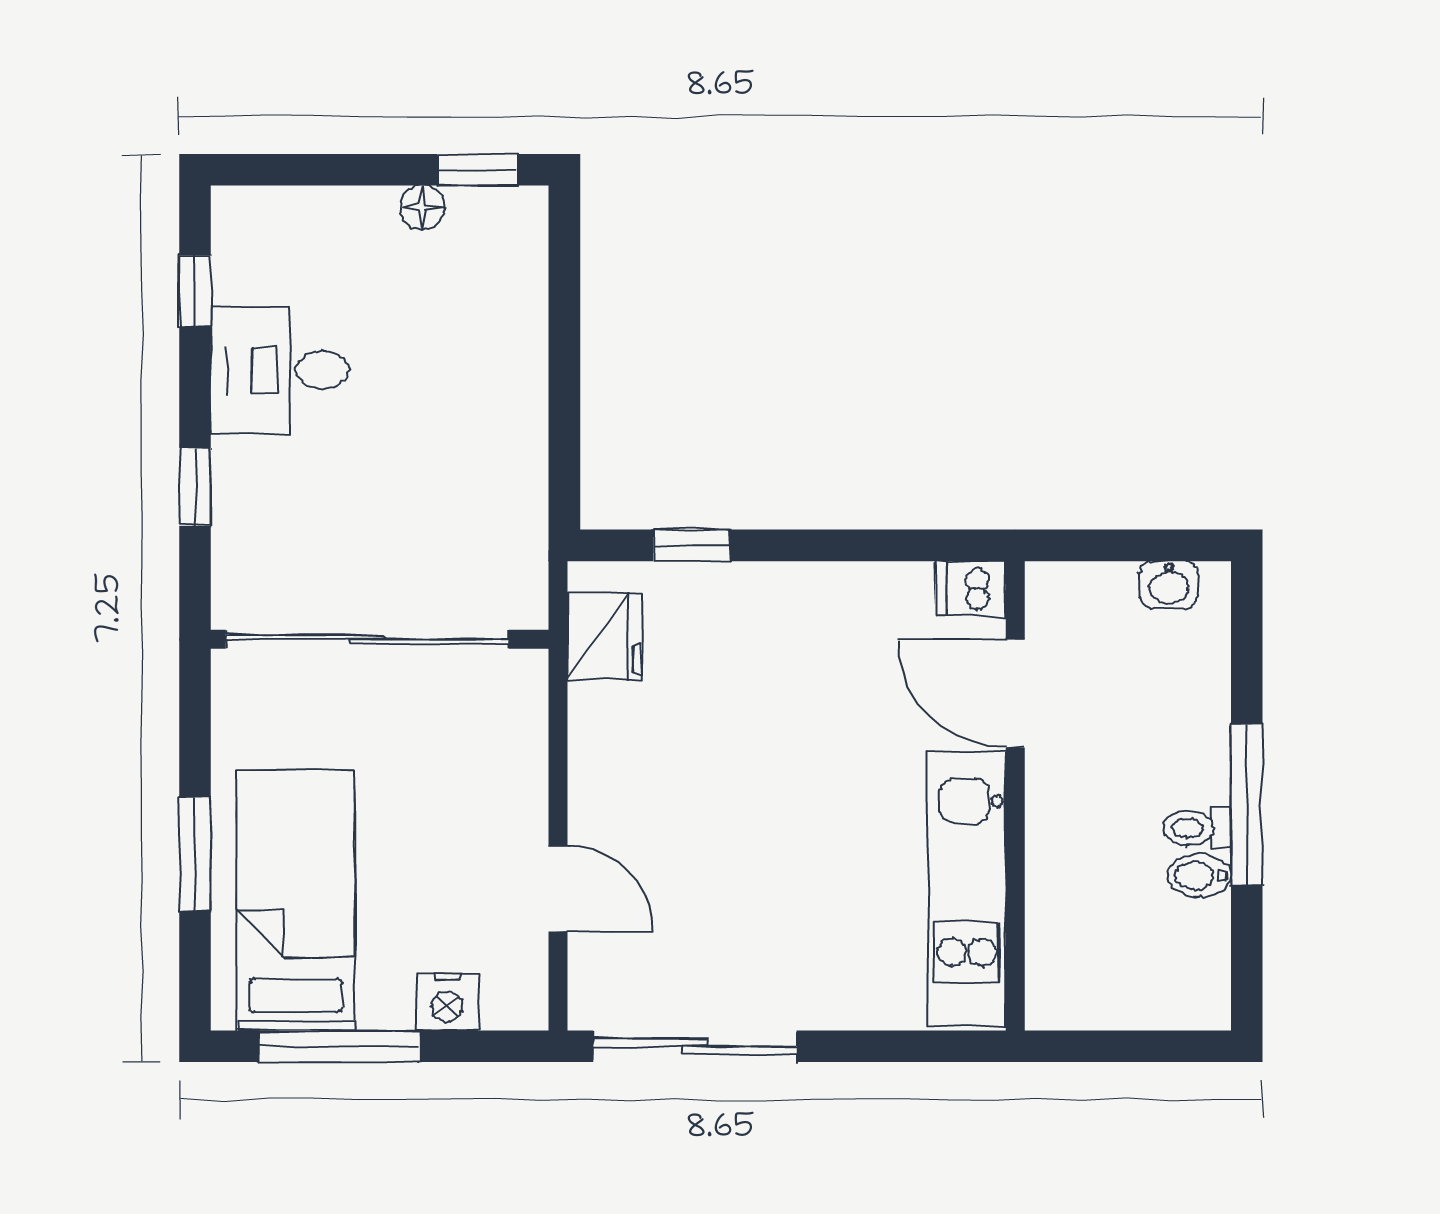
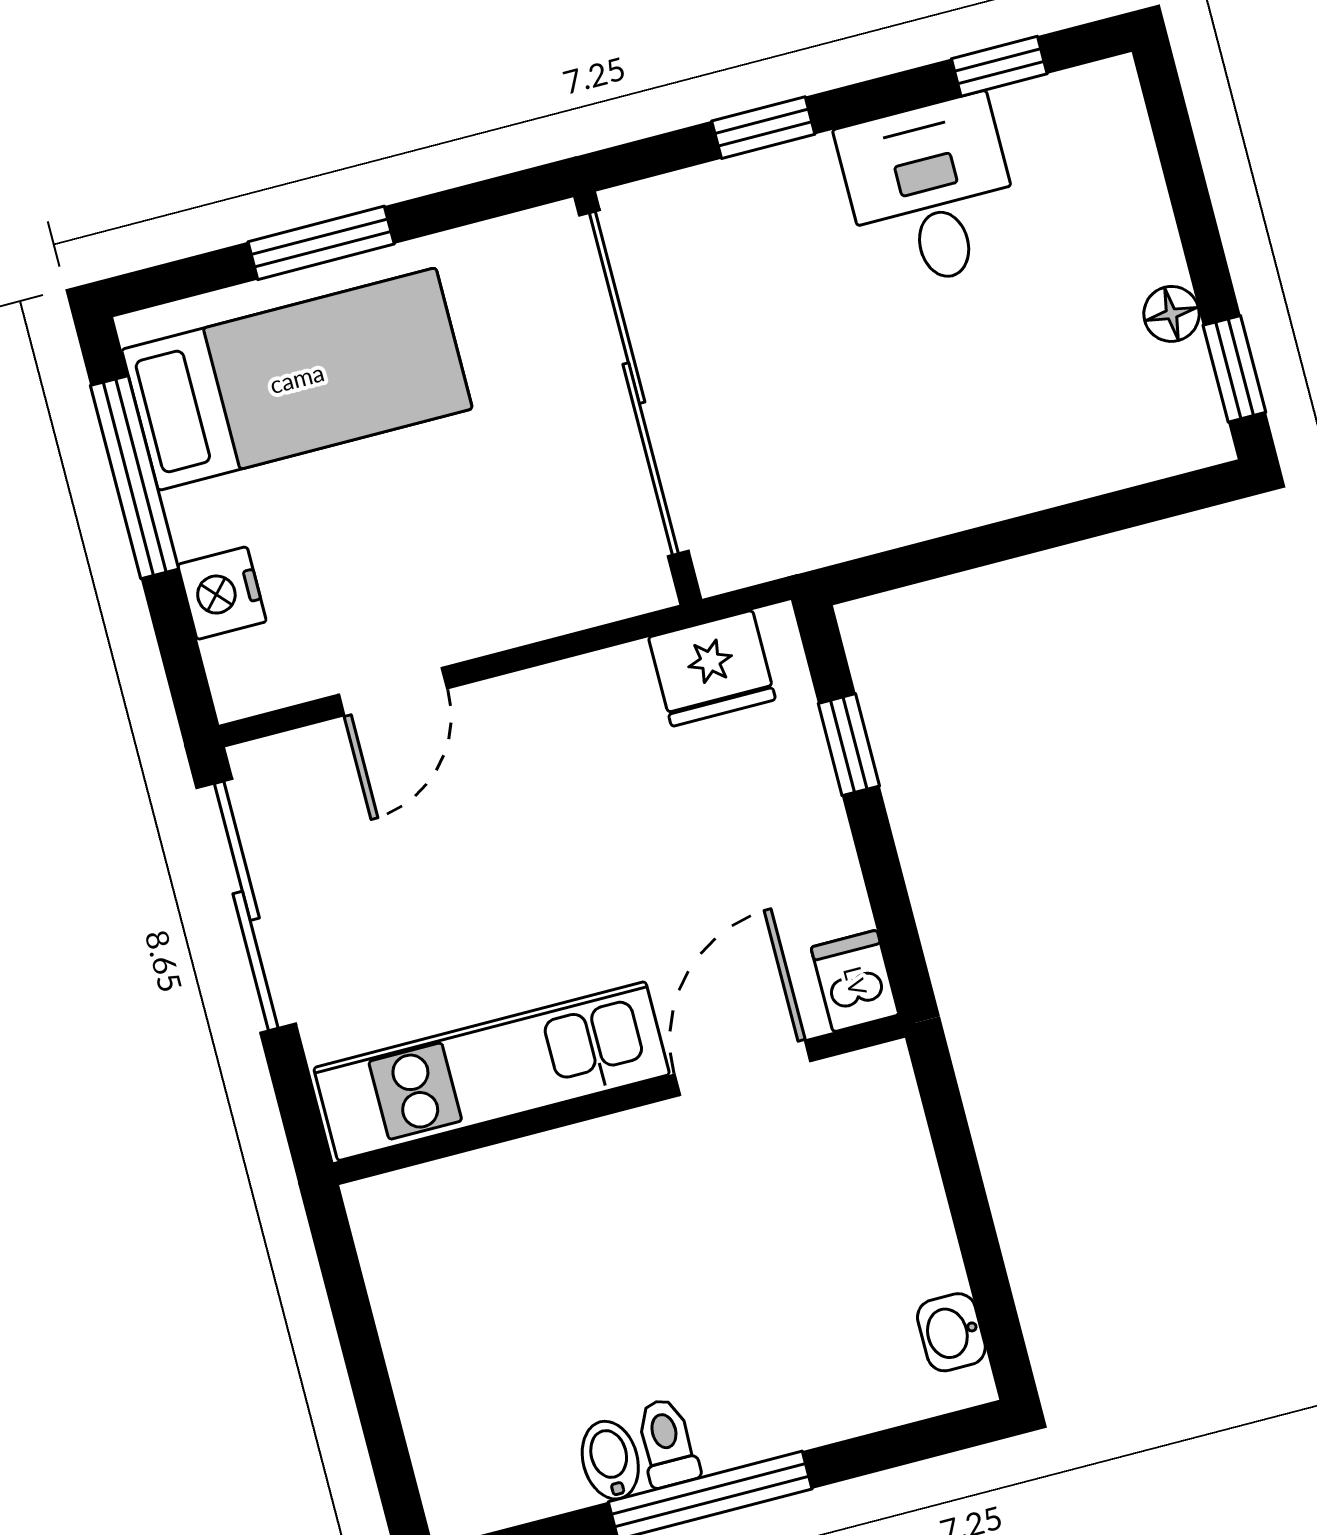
dishwasher: (970, 588) -> (855, 981), moved
door: (1015, 693) -> (743, 1068), moved
wall: (1015, 796) -> (619, 1100), moved
kitchen unit: (967, 889) -> (492, 1071), moved

